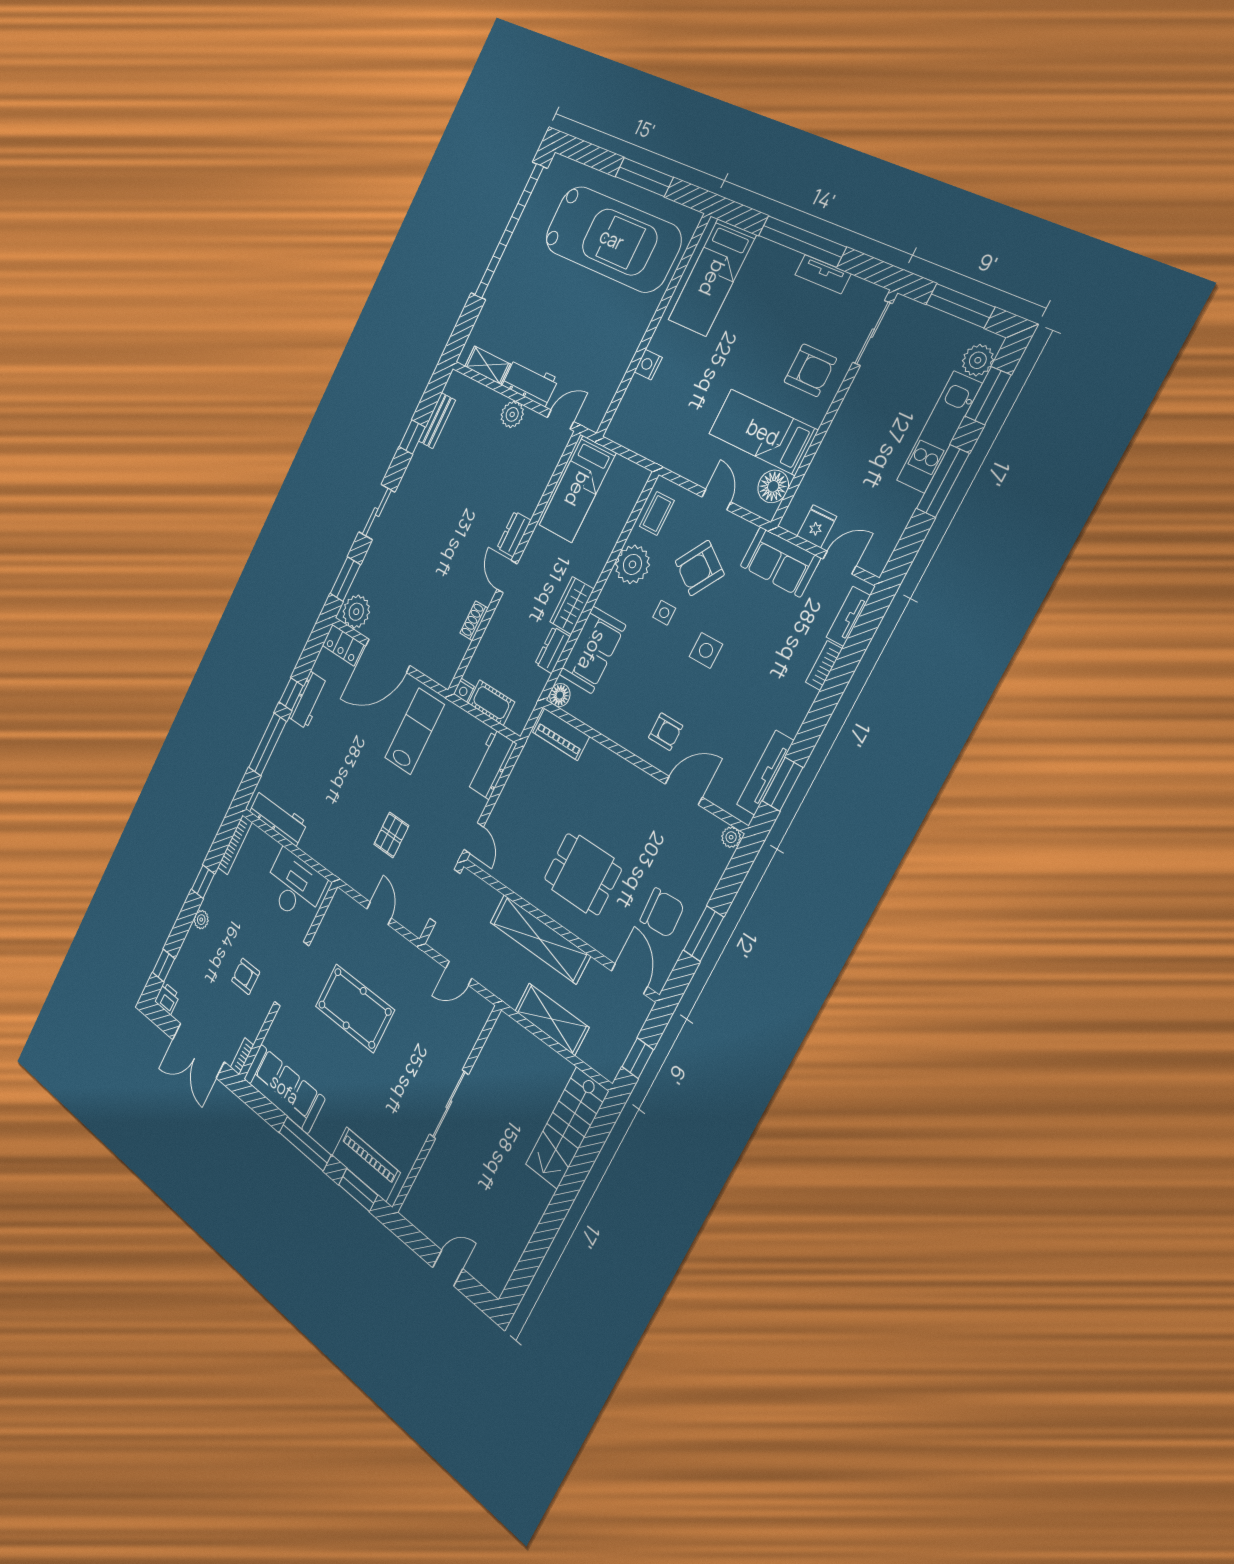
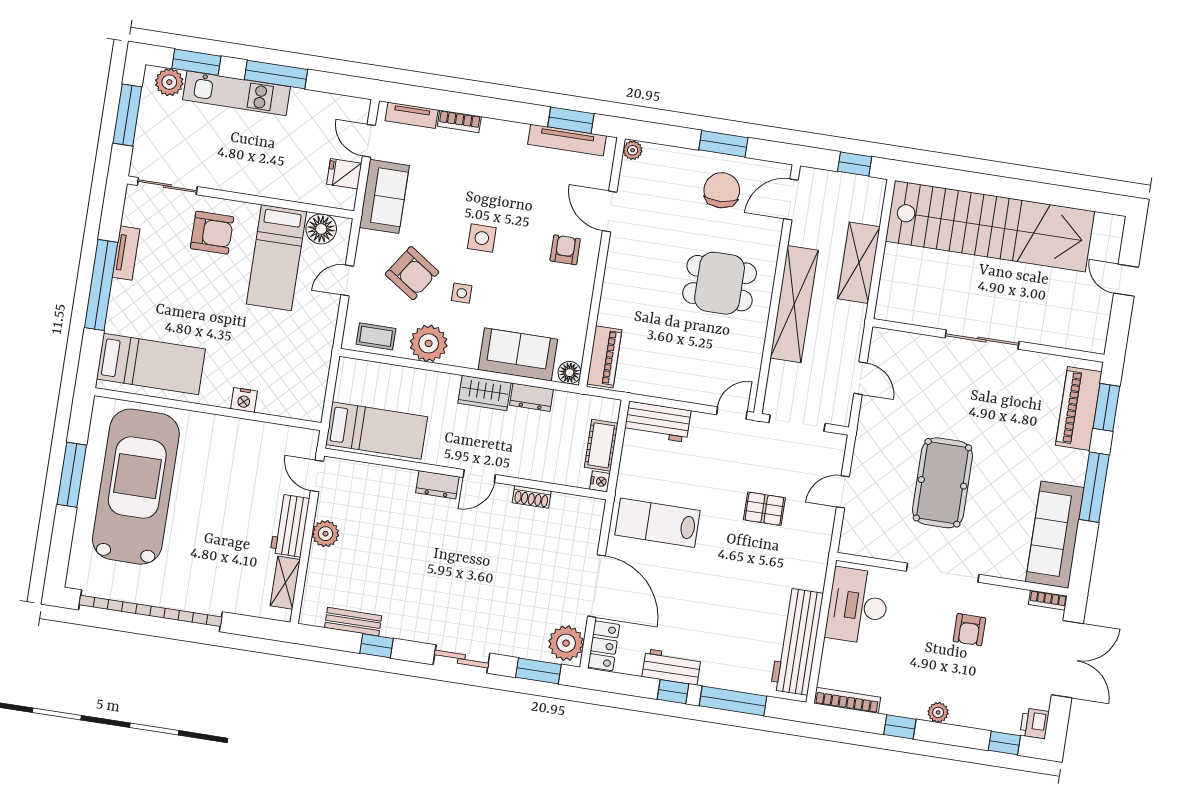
armchair: (810, 370) -> (212, 233), turned 90
workbench: (278, 817) -> (797, 641), width x1.36, depth x1.32
dining table: (583, 874) -> (720, 283), turned 90
stairs: (567, 1128) -> (990, 226), width x1.86, depth x1.51

